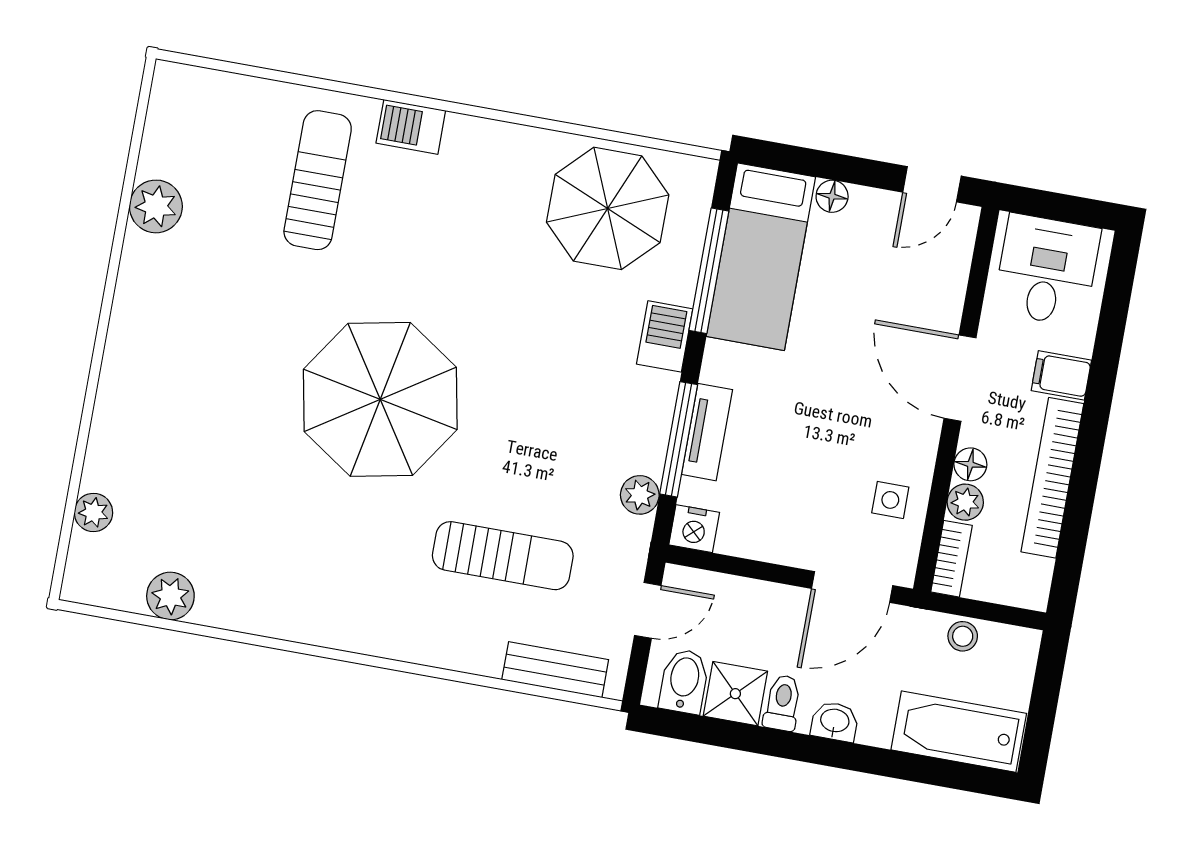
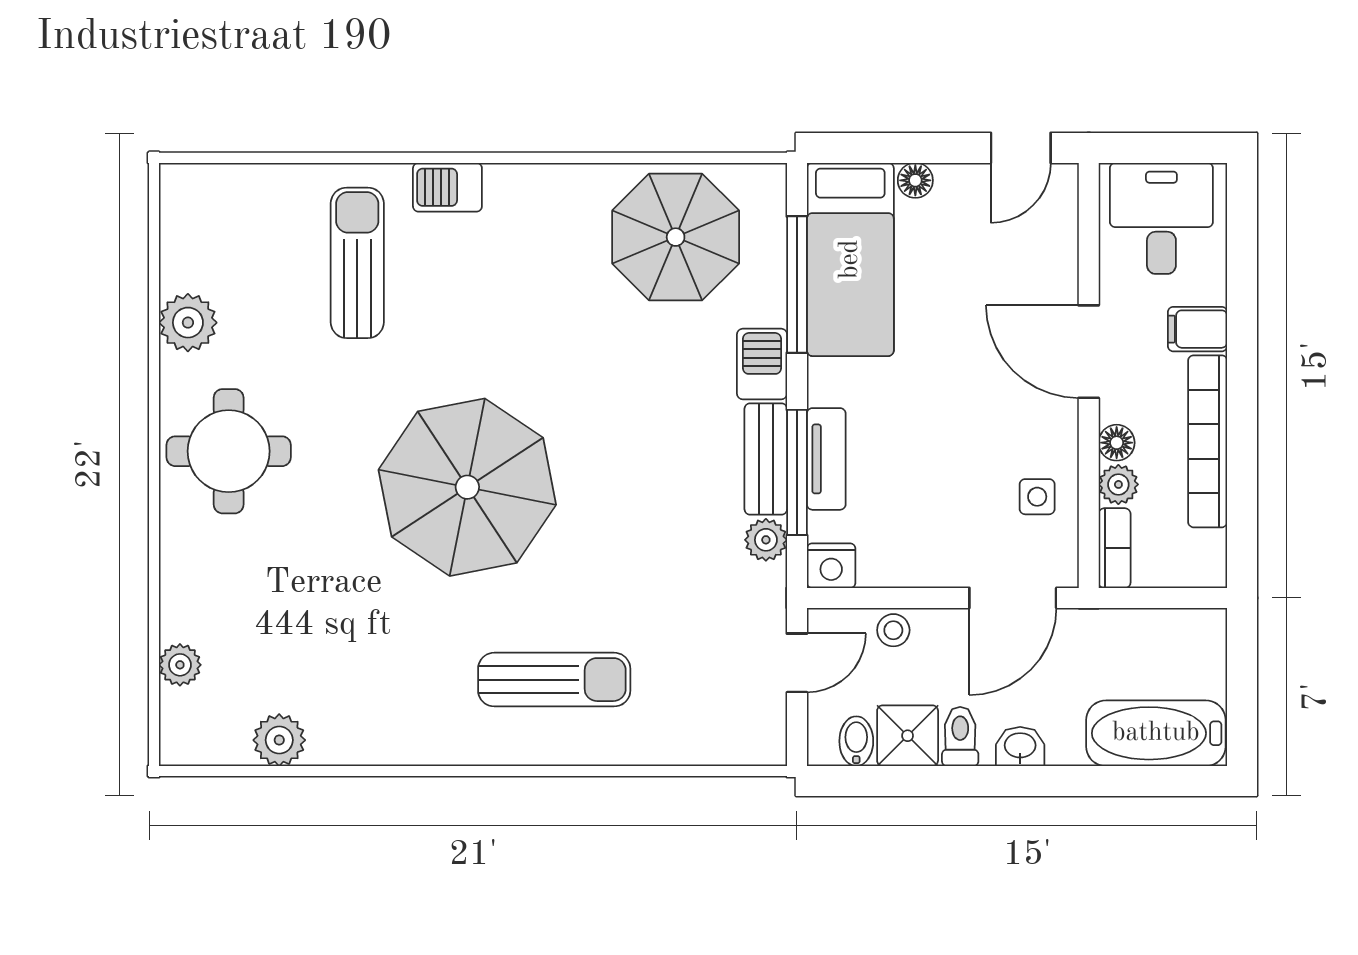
round table: (172, 329) -> (229, 451), added
sun lounger: (503, 556) -> (554, 680), moved
stool: (963, 636) -> (893, 630), moved
bench: (555, 670) -> (766, 459), moved, turned 90
bidet: (684, 681) -> (856, 741), width x0.72, depth x0.74

